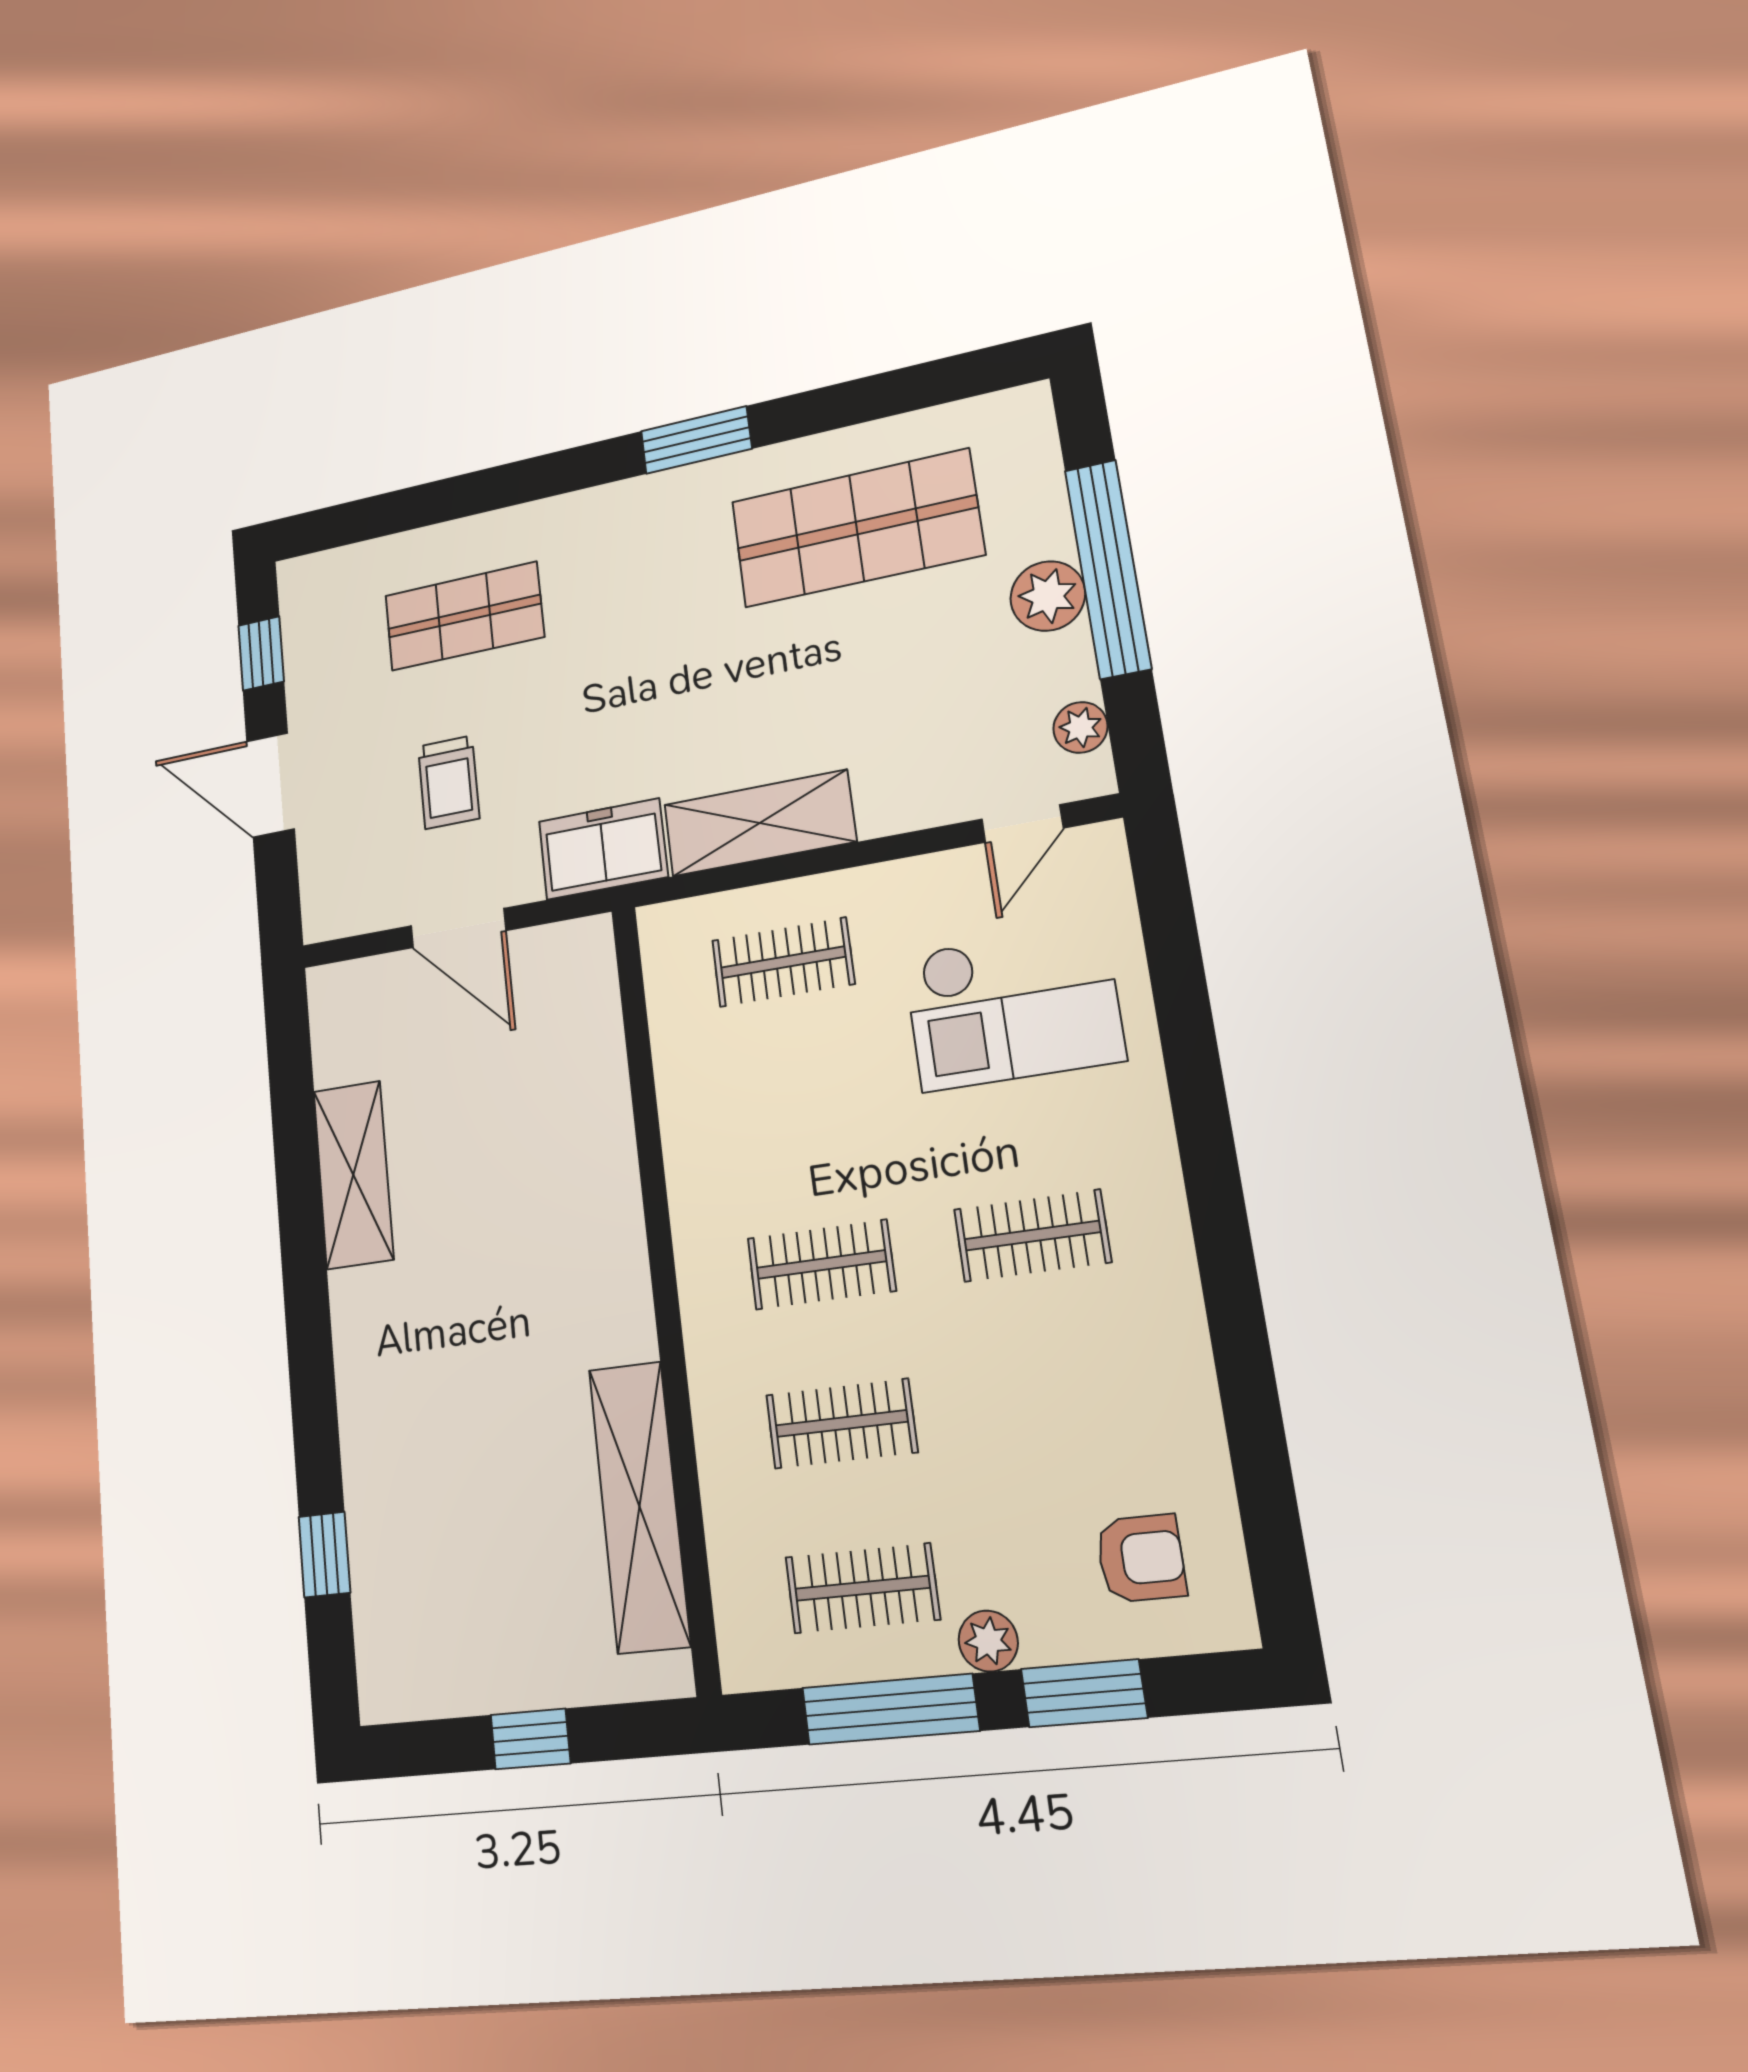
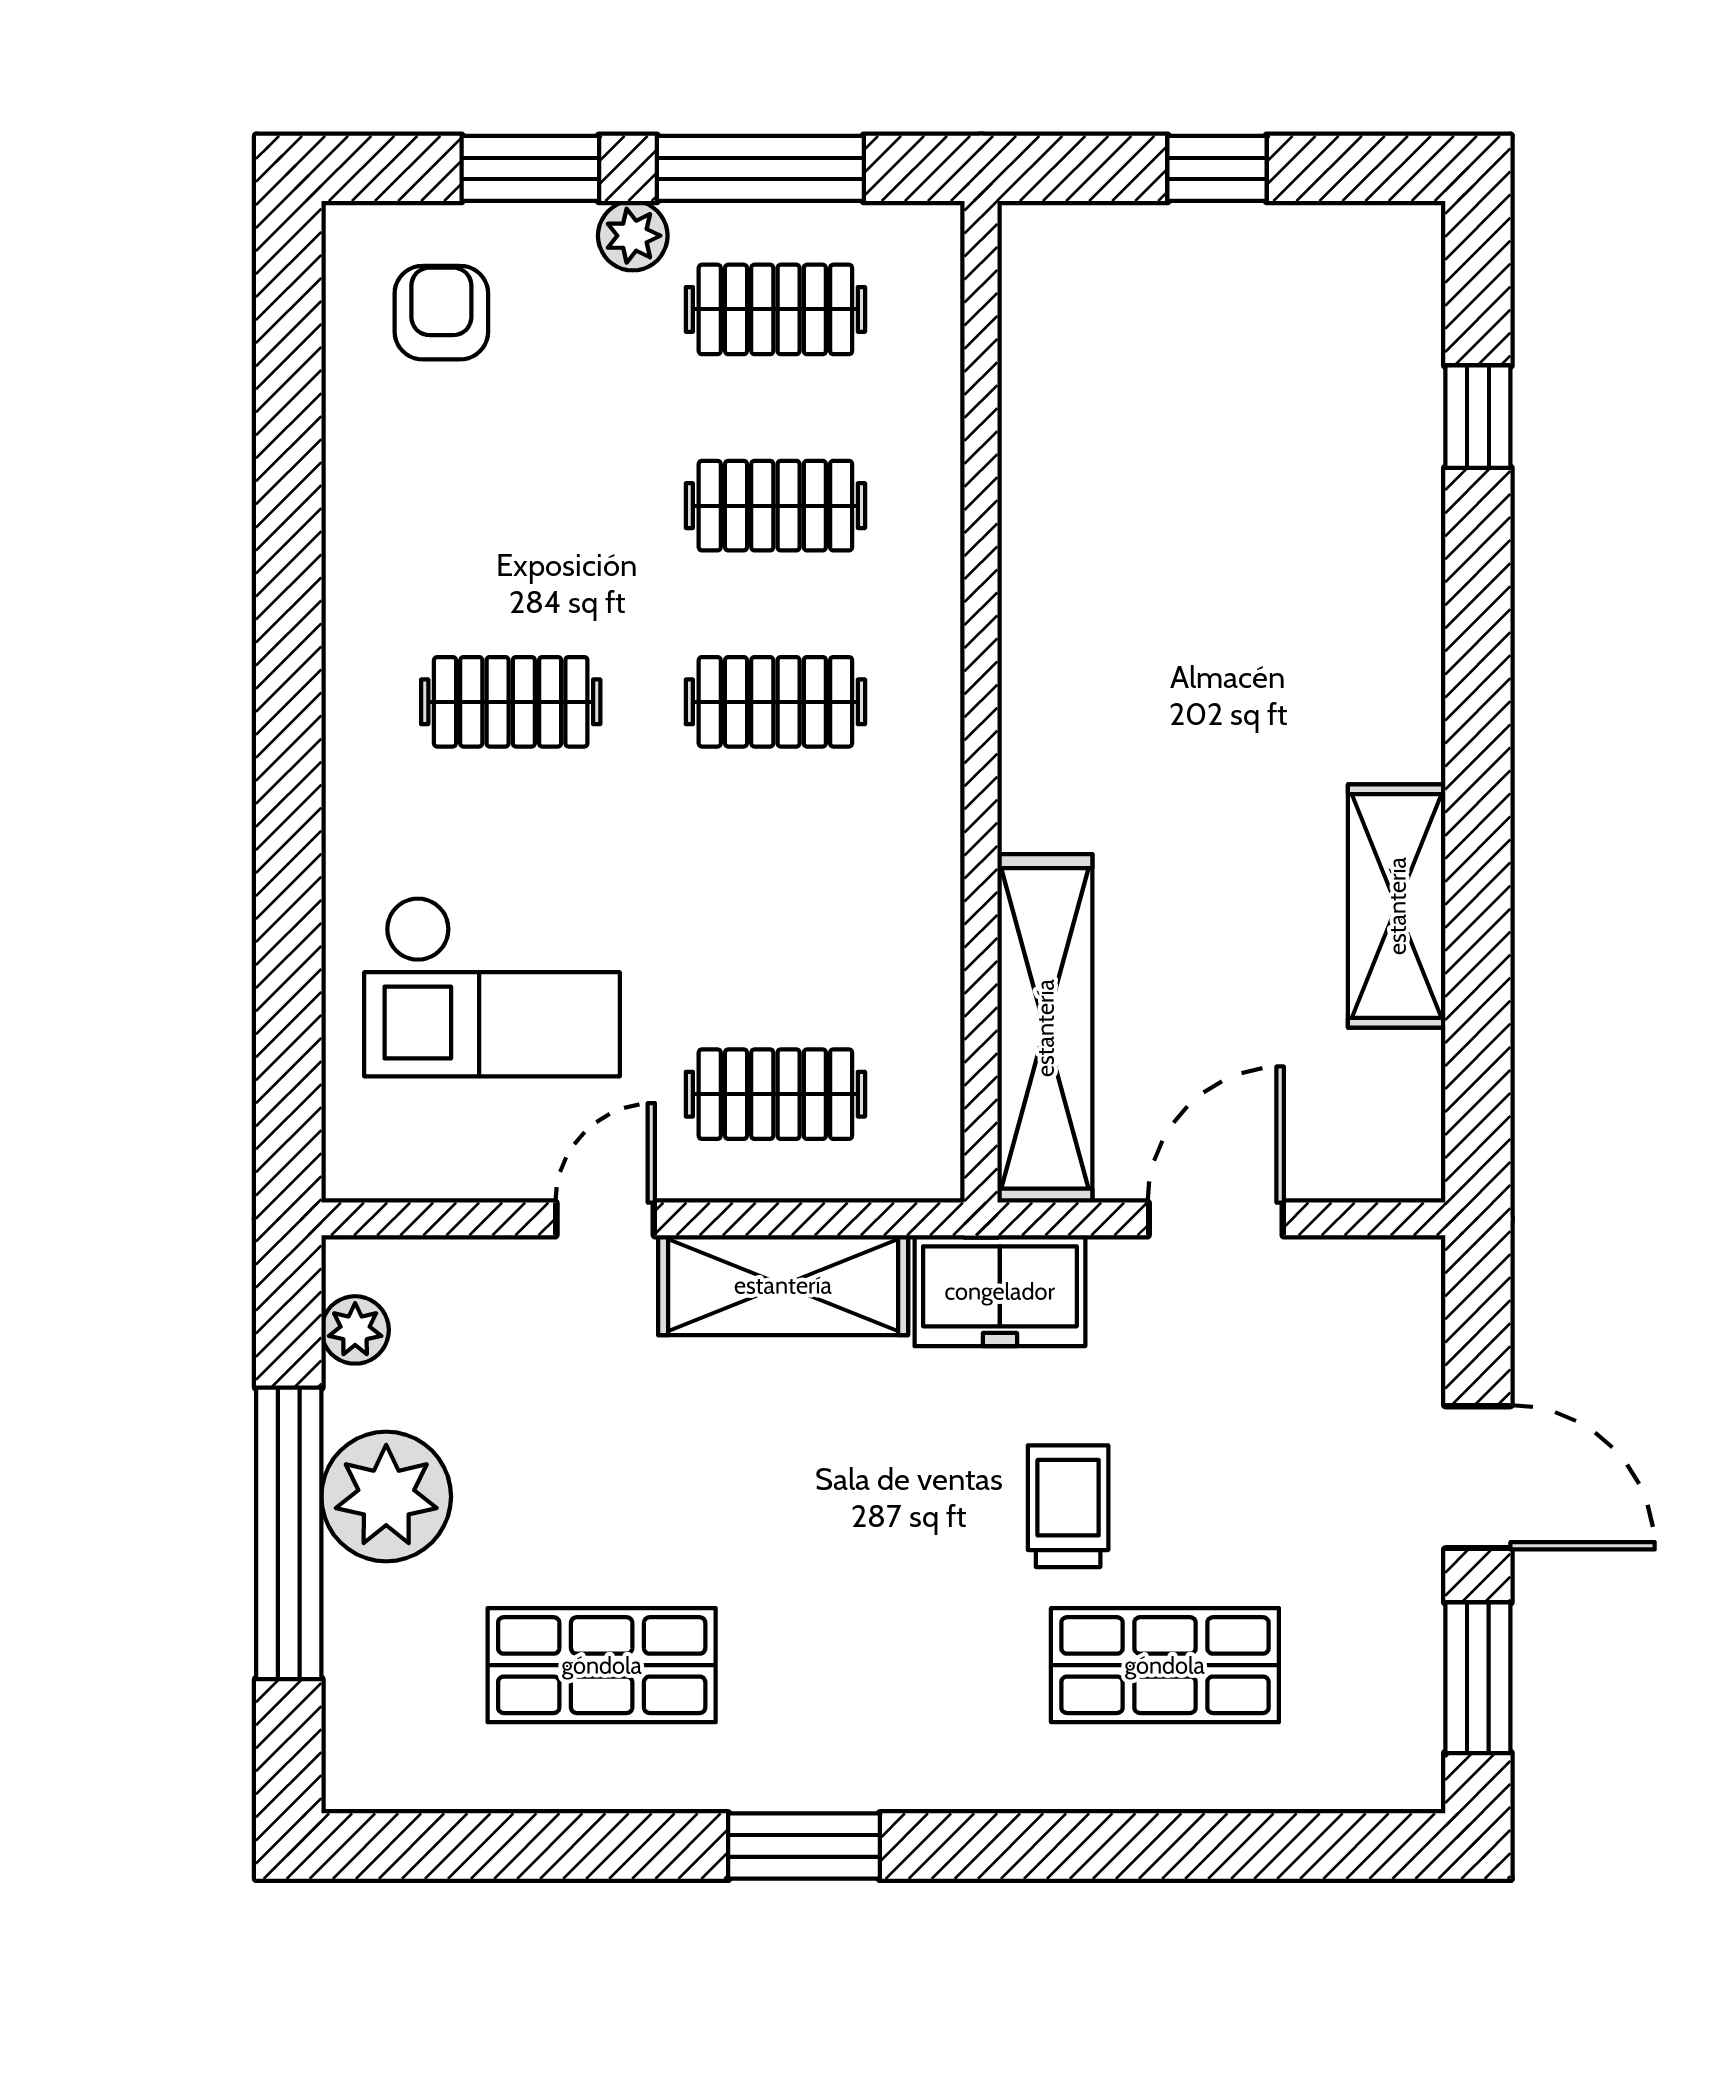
shop shelf: (857, 528) -> (602, 1665), width x0.70, depth x0.74
plant: (1048, 596) -> (386, 1497), width x1.36, depth x1.36
window: (261, 653) -> (1478, 1678), width x1.50
trolley: (449, 782) -> (1068, 1506), moved
door: (1022, 824) -> (605, 1219), moved
door: (458, 928) -> (1216, 1219), hinge flipped
checkout: (1013, 1007) -> (492, 987), turned 180
shelving: (639, 1506) -> (1045, 1028), moved
armchair: (1141, 1558) -> (441, 313), turned 90

